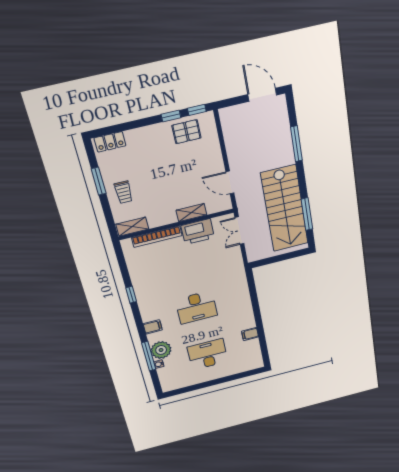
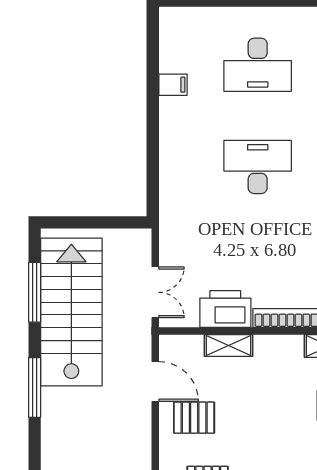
window: (296, 144) -> (35, 387), moved
pallet: (203, 167) -> (194, 418), added

